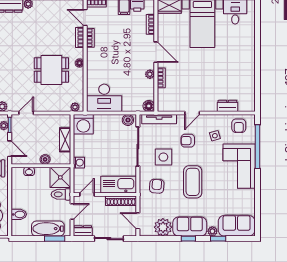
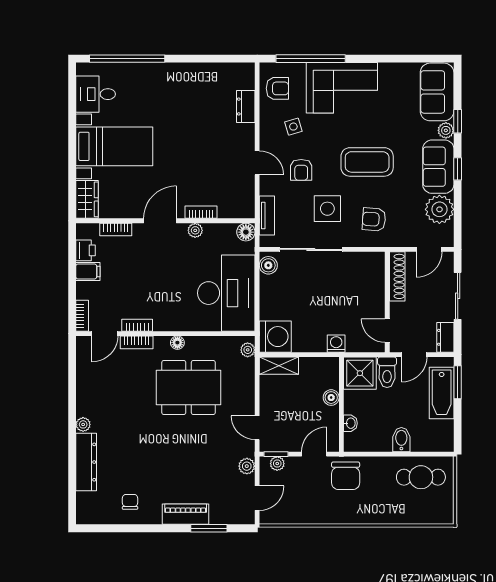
window: (257, 32) -> (127, 59), added
dining table: (51, 70) -> (189, 387), width x1.37
desk: (104, 98) -> (226, 293), width x1.36, depth x1.30
tv unit: (159, 119) -> (267, 216), width x0.71
shelving: (65, 140) -> (279, 366), moved
kitchen sink: (119, 185) -> (371, 280), removed
door: (72, 211) -> (414, 355), swing flipped
bidet: (19, 214) -> (401, 440), moved

